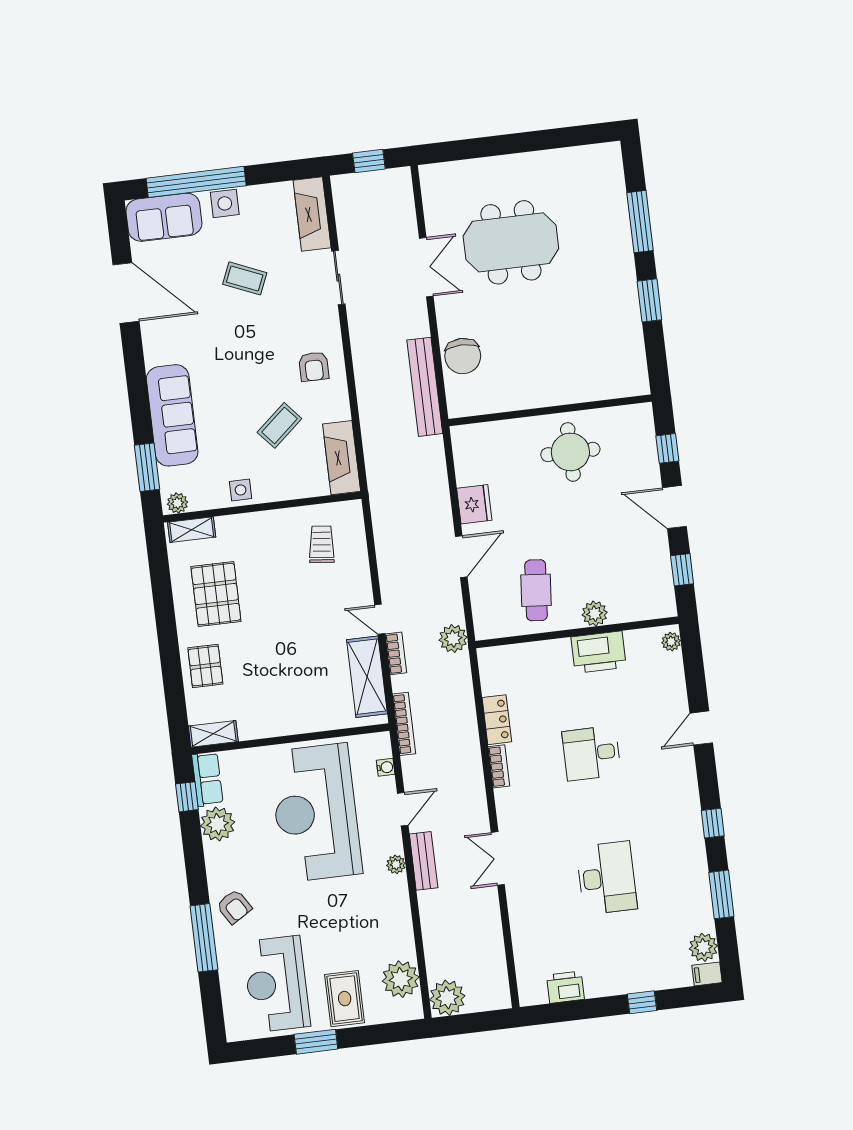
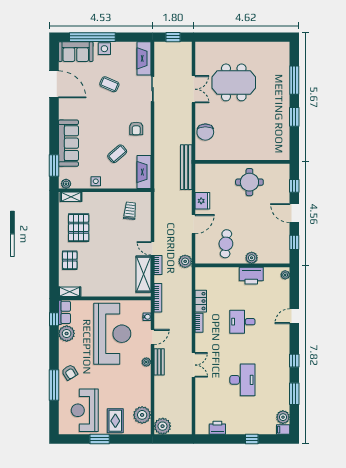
bench: (425, 387) -> (186, 167), moved
reception desk: (316, 813) -> (112, 334), turned 180
double door: (498, 859) -> (193, 365), swing flipped

